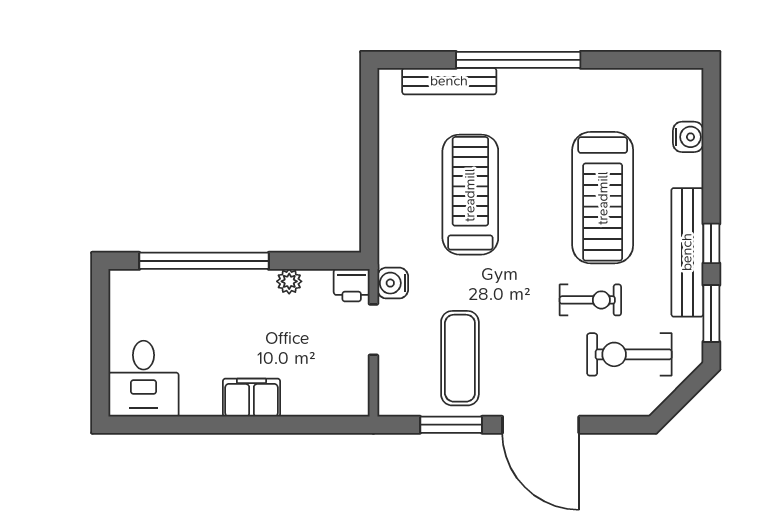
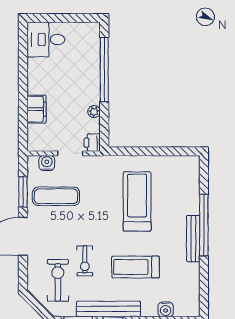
bench: (449, 81) -> (193, 239), moved
treadmill: (470, 195) -> (137, 201), turned -90
treadmill: (603, 198) -> (136, 267), width x0.73, depth x0.73
water cooler: (393, 283) -> (47, 163), moved
filing cabinet: (251, 398) -> (36, 109), moved

